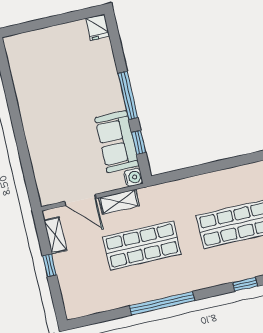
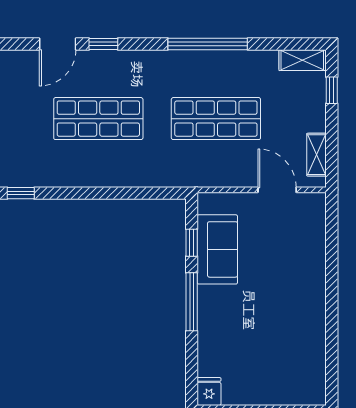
water cooler: (133, 177) -> (208, 202), removed
shelving: (119, 202) -> (302, 60), moved
window: (49, 265) -> (332, 90), moved

